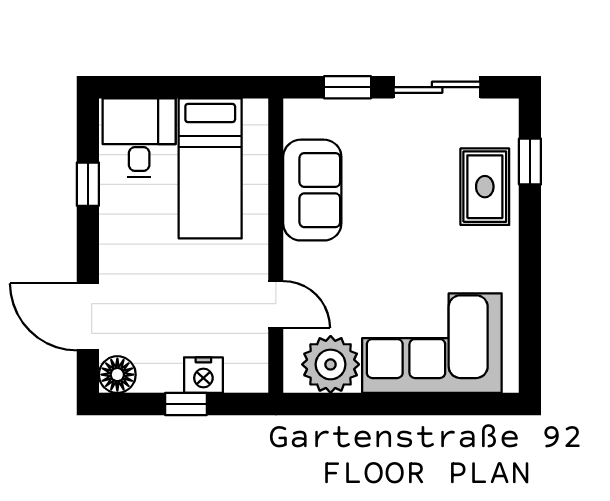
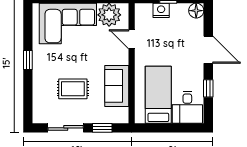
window: (530, 161) -> (28, 60), moved
rug: (485, 187) -> (73, 89), moved, turned 90
door: (88, 317) -> (208, 50), moved

